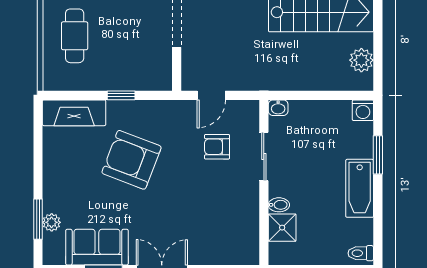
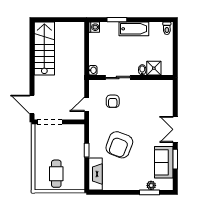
cafe table: (75, 36) -> (56, 174), turned 90
plant: (361, 60) -> (69, 28), removed
door: (211, 95) -> (87, 104), swing flipped

